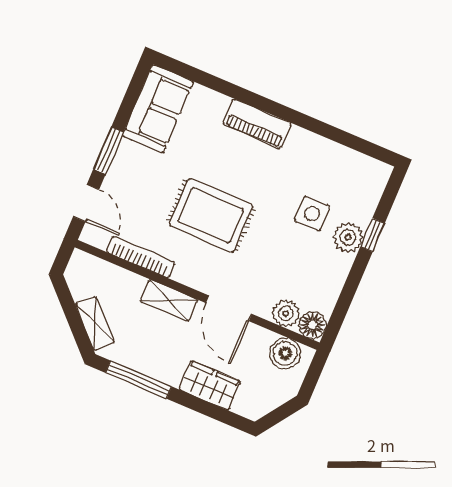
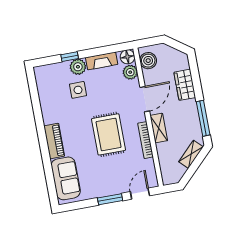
sofa: (158, 109) -> (66, 178), moved, turned 90
bookcase: (140, 257) -> (145, 140), moved
fireplace: (333, 280) -> (102, 61), added

